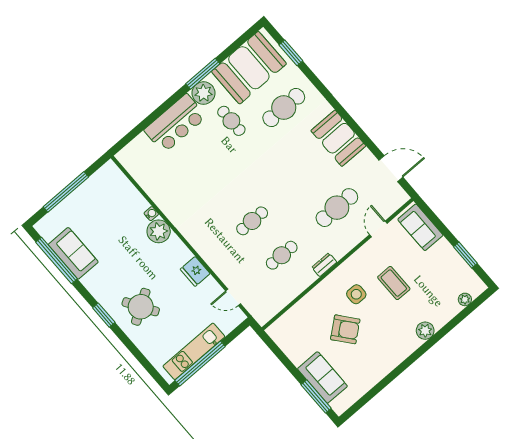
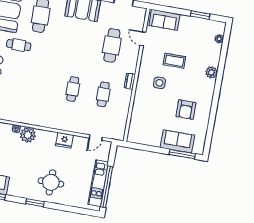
round table: (141, 307) -> (51, 182), turned 32
armchair: (345, 329) -> (186, 110), moved, turned 129

